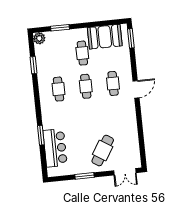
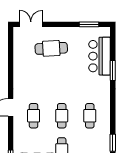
cafe table: (103, 151) -> (51, 48), turned 55
window: (84, 176) -> (89, 24), moved

